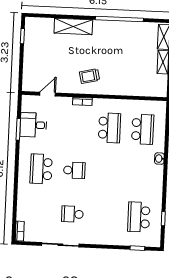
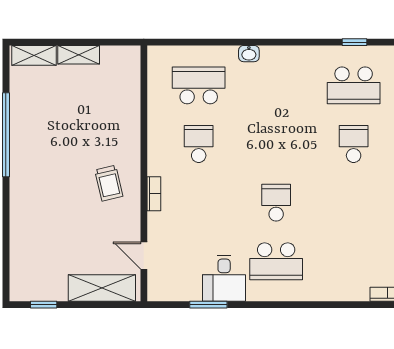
shelving: (73, 26) -> (102, 288), moved, turned 90
desk: (33, 125) -> (224, 278), moved
school desk: (109, 128) -> (199, 144), width x0.54
school desk: (72, 214) -> (354, 144), moved, turned 180

